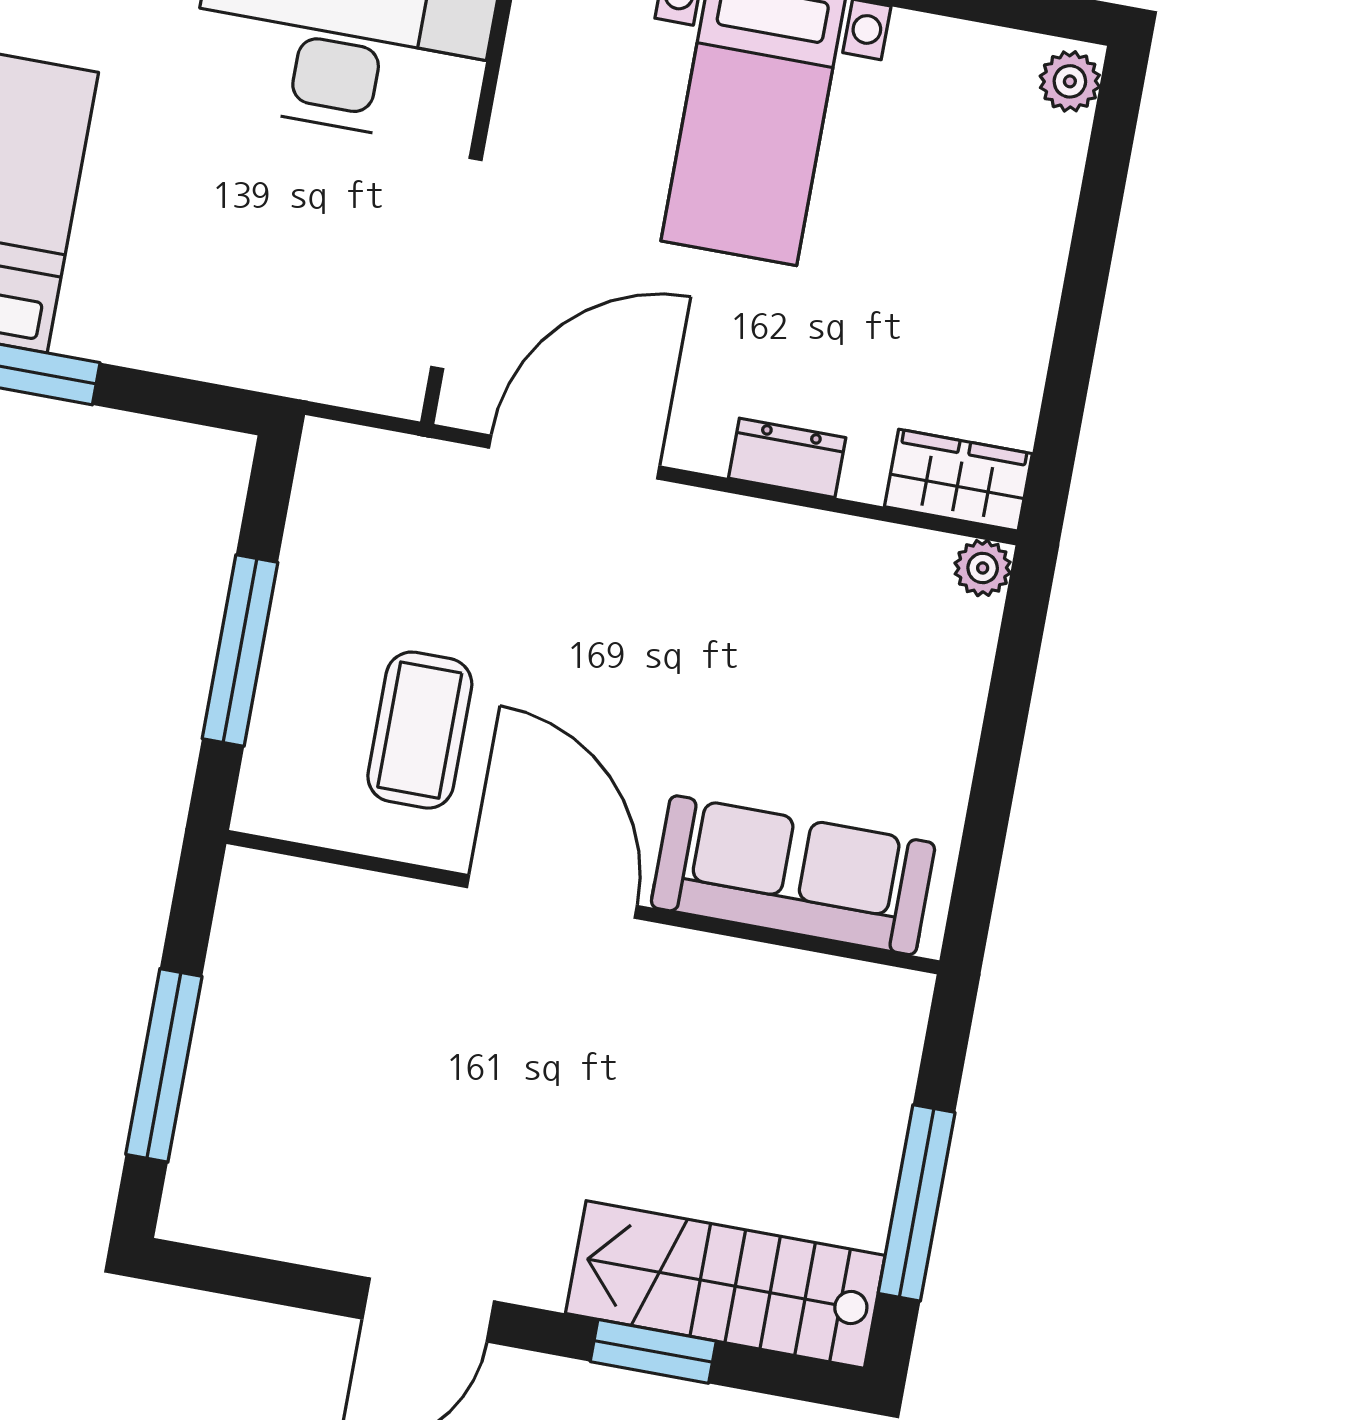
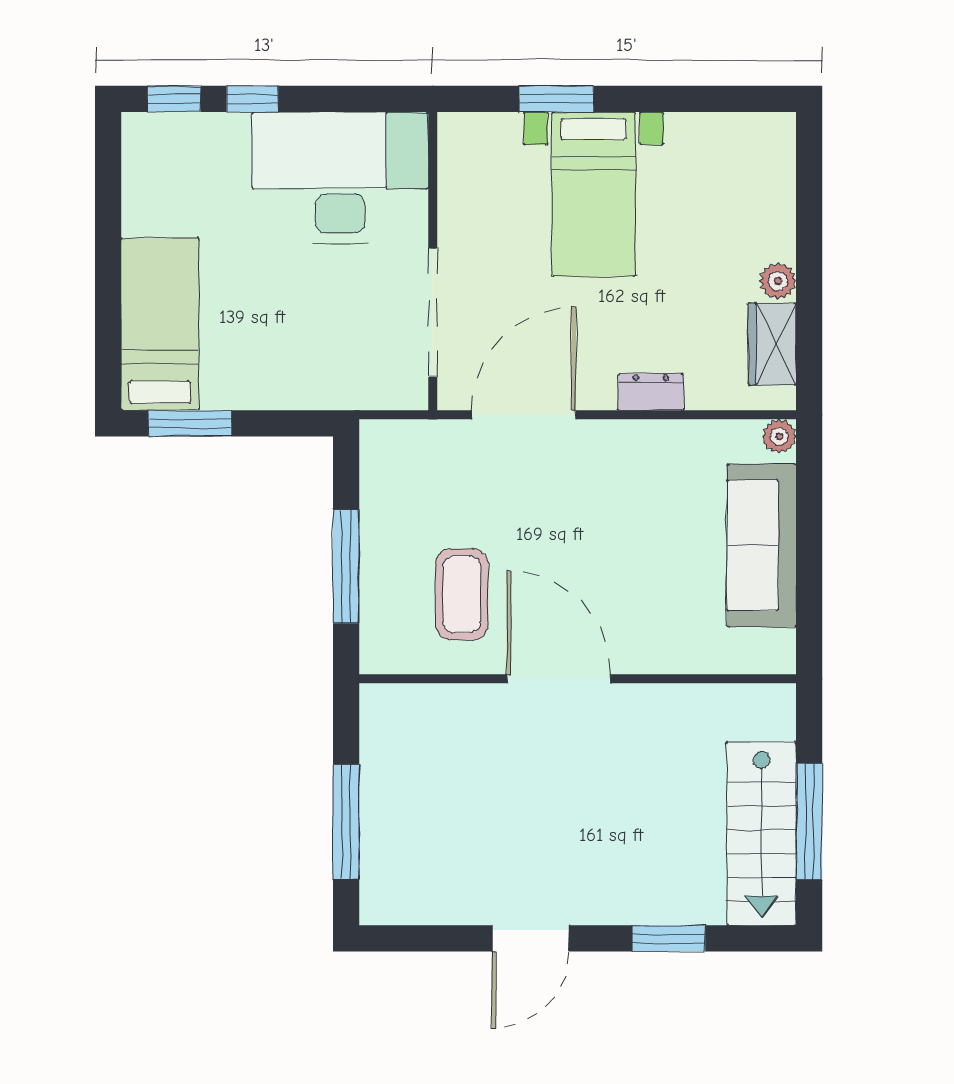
plant: (1070, 81) -> (778, 281), moved
wardrobe: (958, 480) -> (772, 344), moved, turned -90
sofa: (793, 875) -> (762, 545), moved, turned -90
stairs: (725, 1284) -> (762, 833), moved, turned -90

